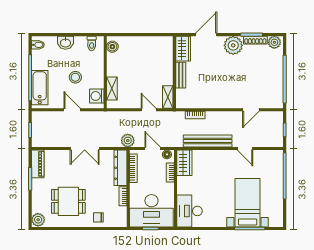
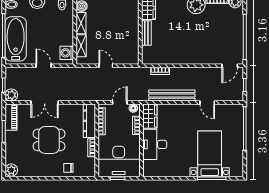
stool: (75, 77) -> (47, 35), removed
bathtub: (40, 88) -> (16, 39), width x1.36, depth x1.36
shelving: (168, 97) -> (81, 23), moved
door: (149, 110) -> (106, 66), moved
door: (251, 110) -> (230, 66), moved
plant: (128, 140) -> (11, 95), moved
double door: (85, 149) -> (45, 103), moved
door: (153, 149) -> (120, 103), hinge flipped
dining table: (68, 201) -> (49, 140), moved
desk: (190, 211) -> (155, 144), moved

